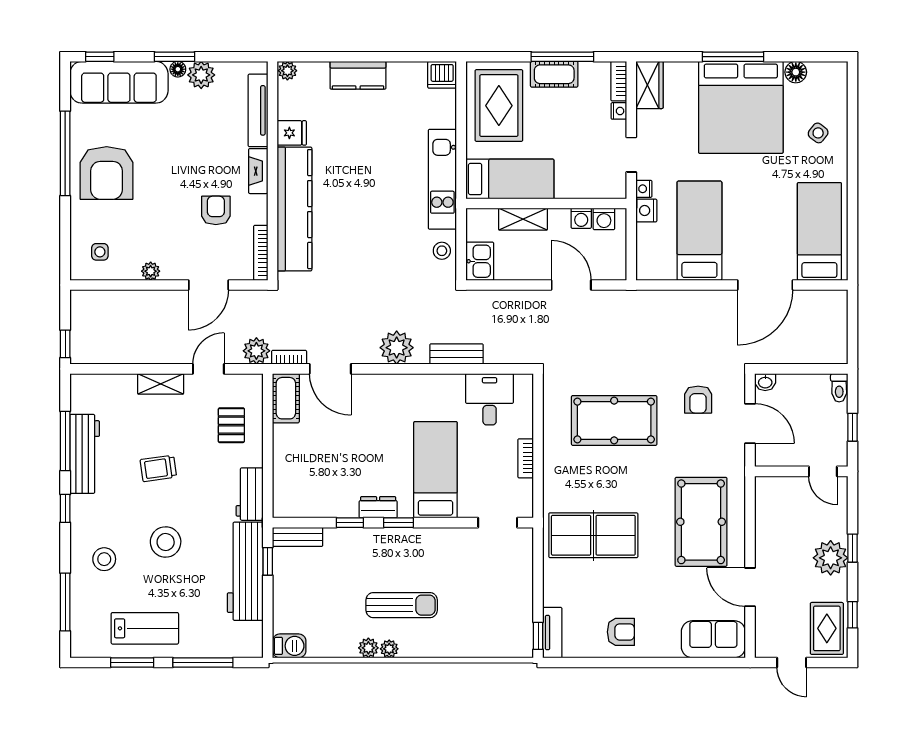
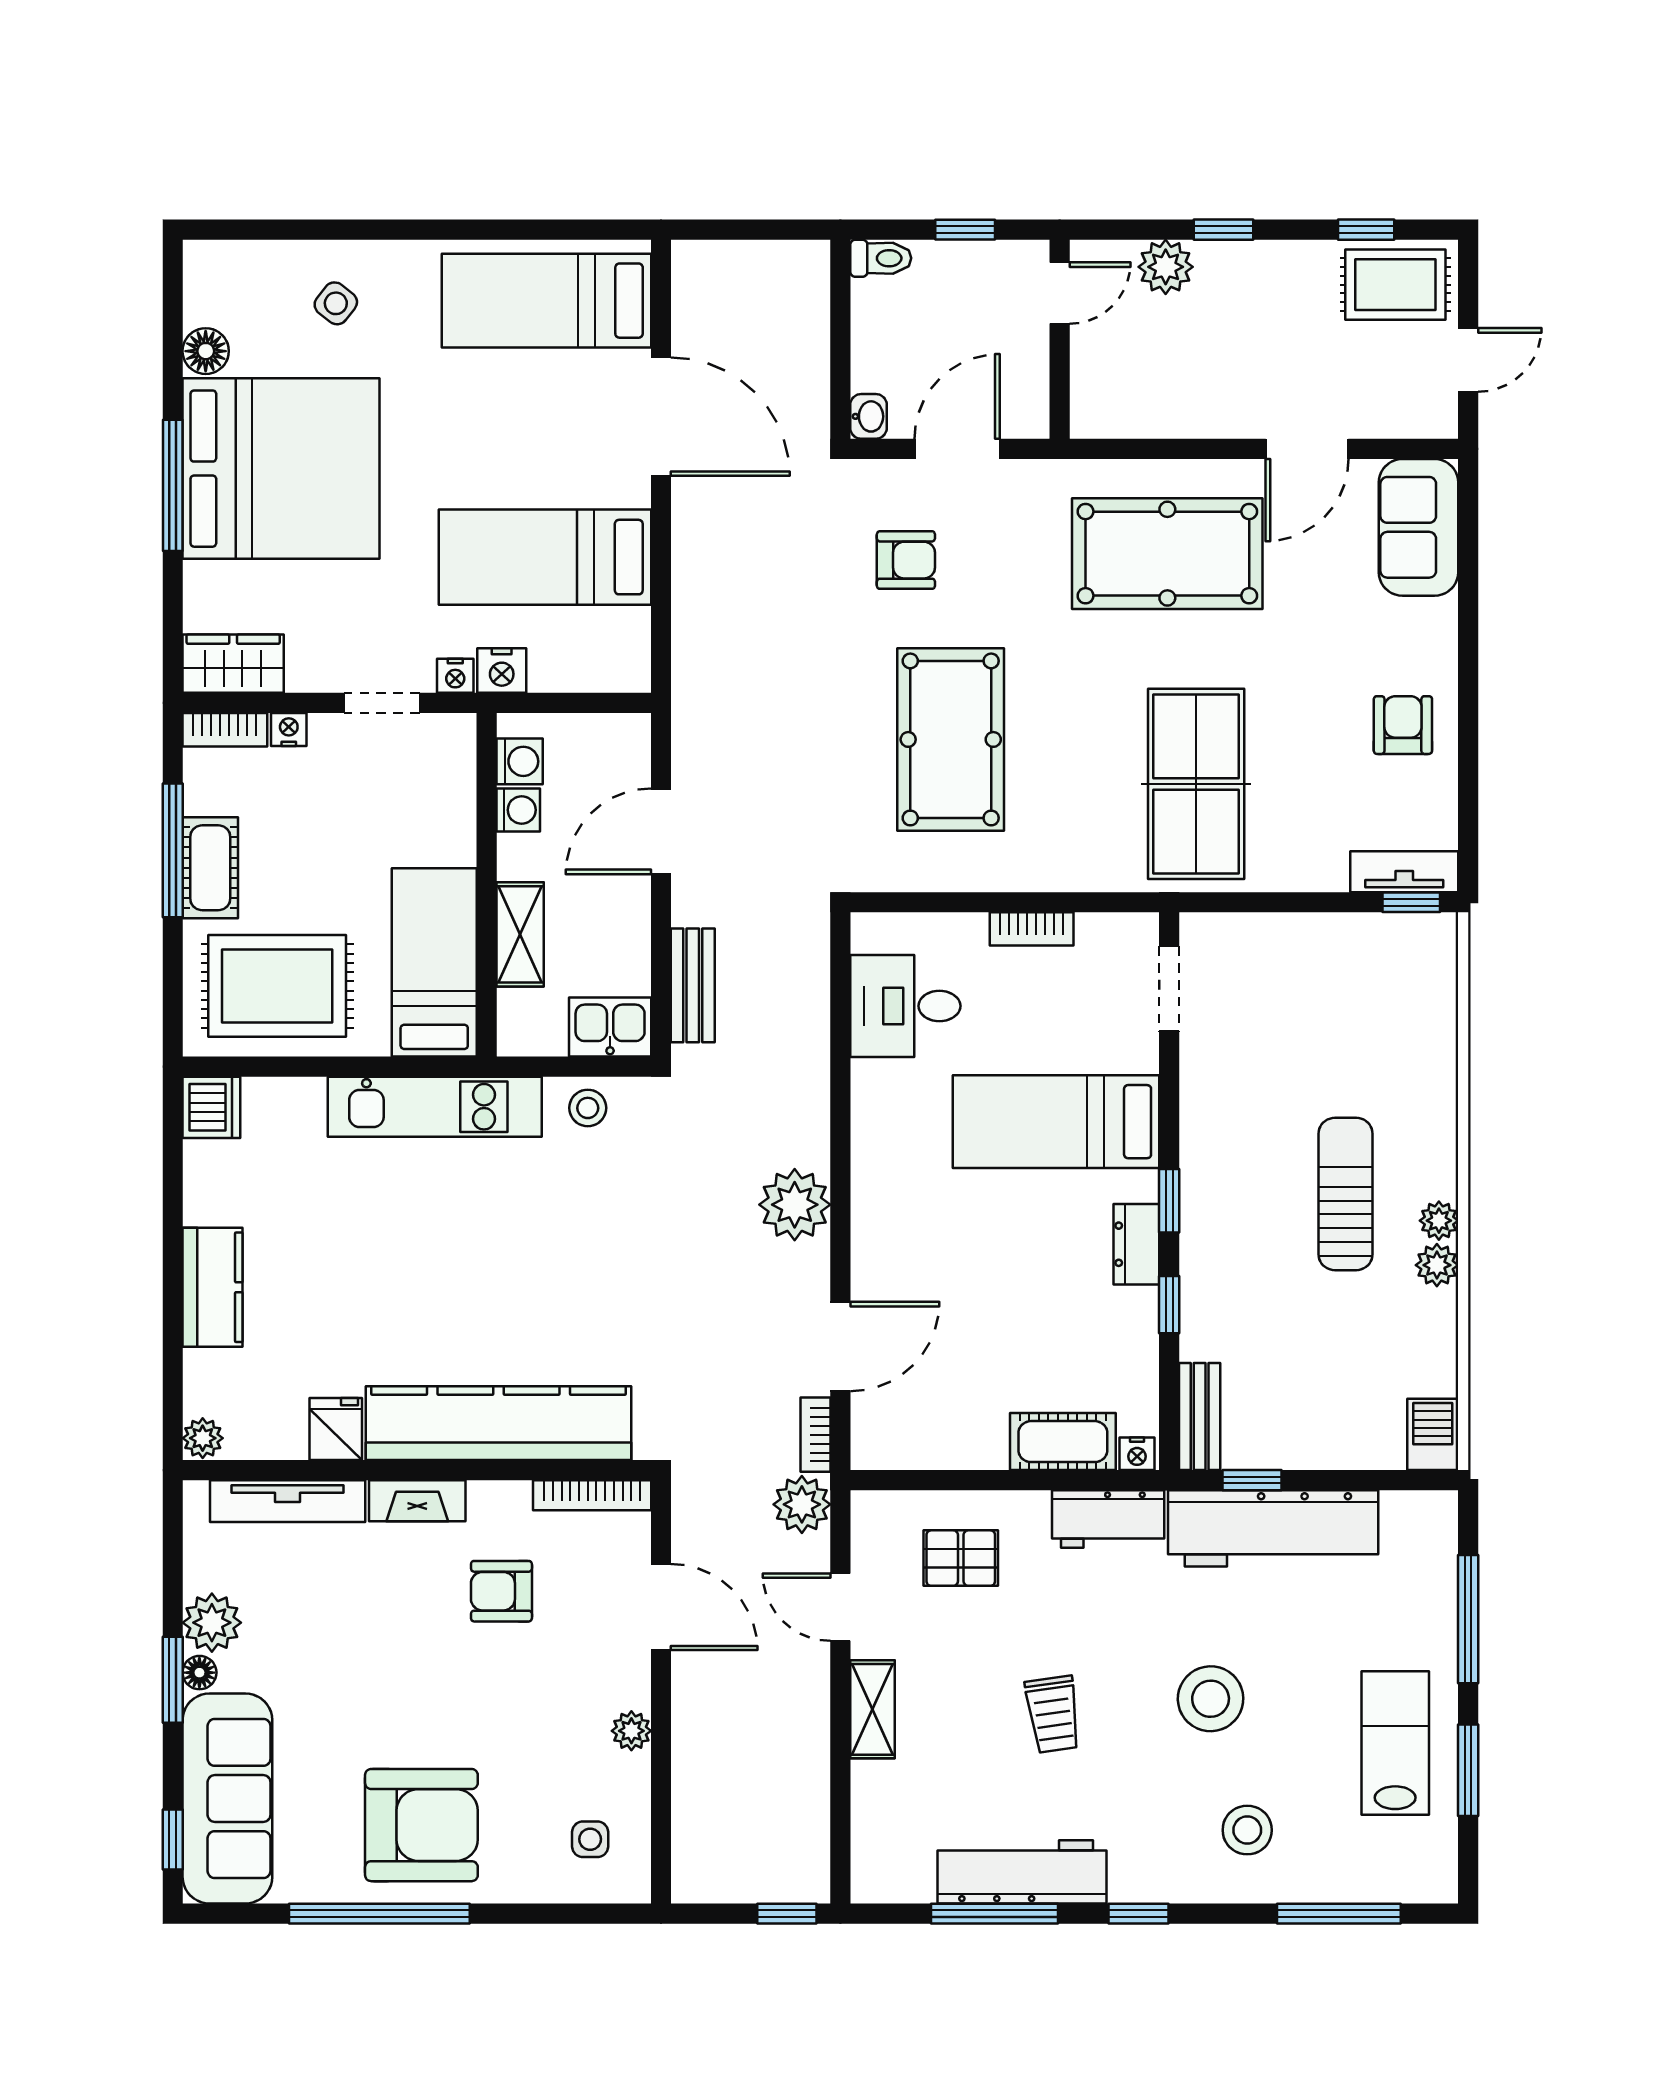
bench: (456, 354) -> (693, 985), moved
cot: (286, 398) -> (1063, 1442), moved
nightstand: (280, 508) -> (1137, 1454), added
plant: (831, 558) -> (1166, 267), moved, width x0.73, depth x0.73

